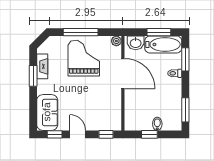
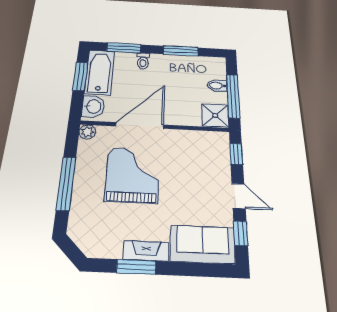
grand piano: (84, 58) -> (132, 175), moved, turned 90
fireplace: (42, 66) -> (146, 251), moved
window: (185, 110) -> (181, 51), moved
shower: (133, 122) -> (215, 115), added
door: (78, 134) -> (238, 196), swing flipped
window: (149, 134) -> (233, 96), width x2.17

